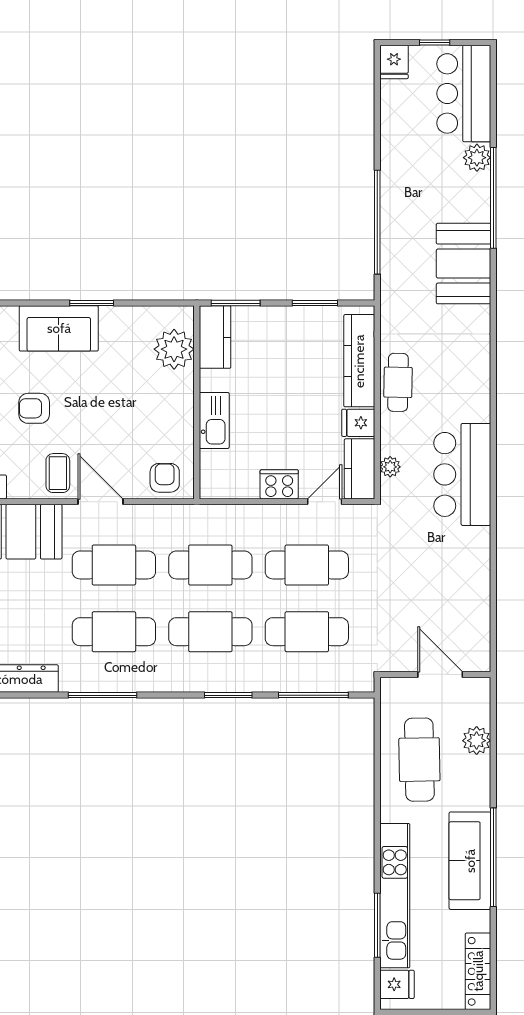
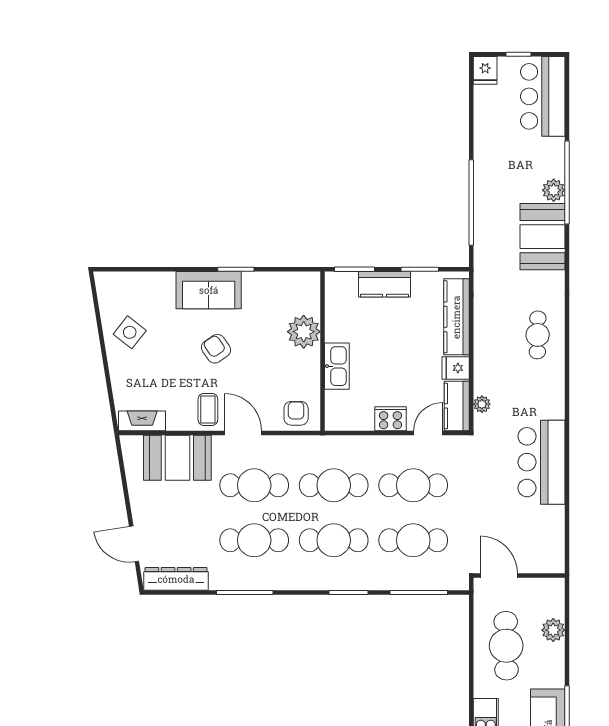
plant: (477, 158) -> (554, 190), moved
kitchen counter: (215, 337) -> (384, 284), moved, turned 90
plant: (174, 349) -> (304, 332), moved
cafe table: (398, 382) -> (538, 335), moved
armchair: (34, 408) -> (216, 349), moved, turned 55
bar counter: (462, 474) -> (542, 462), moved
door: (440, 674) -> (499, 575), moved

